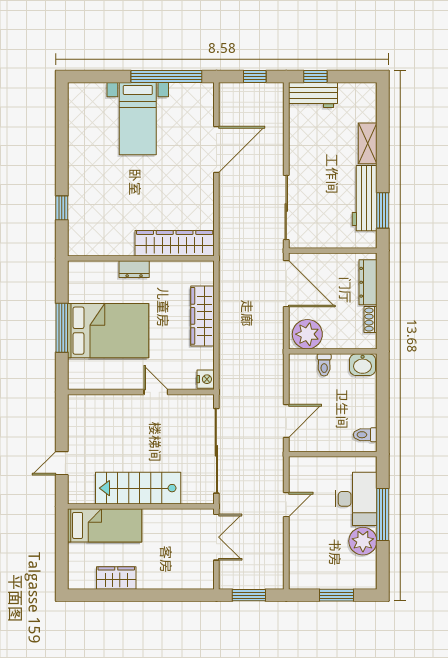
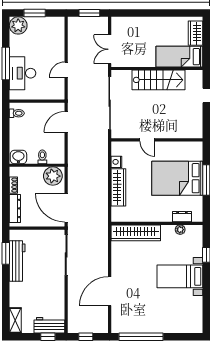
bed with nightstands: (138, 119) -> (180, 276), moved, turned -90
shelving: (368, 143) -> (15, 320), moved
plant: (103, 248) -> (180, 230), added
dresser: (134, 269) -> (182, 217), moved
nightstand: (206, 379) -> (116, 162), moved
plant: (363, 541) -> (18, 25), moved
wardrobe: (116, 578) -> (195, 33), moved, turned 90

